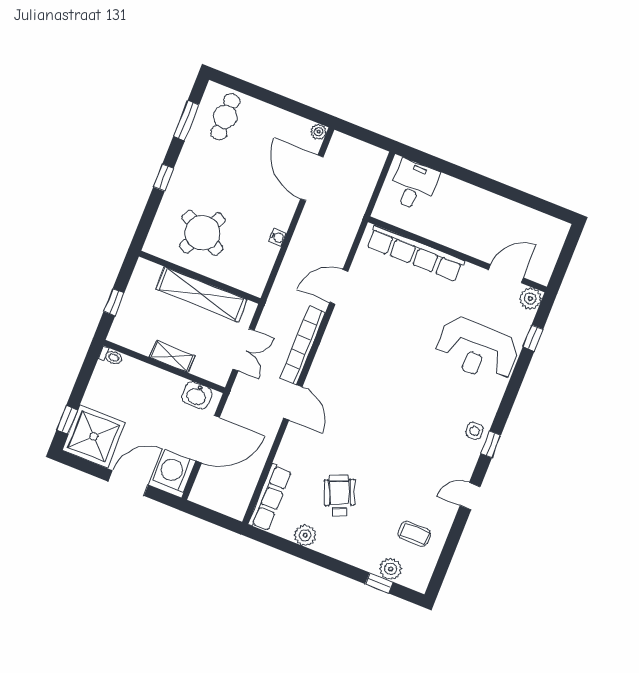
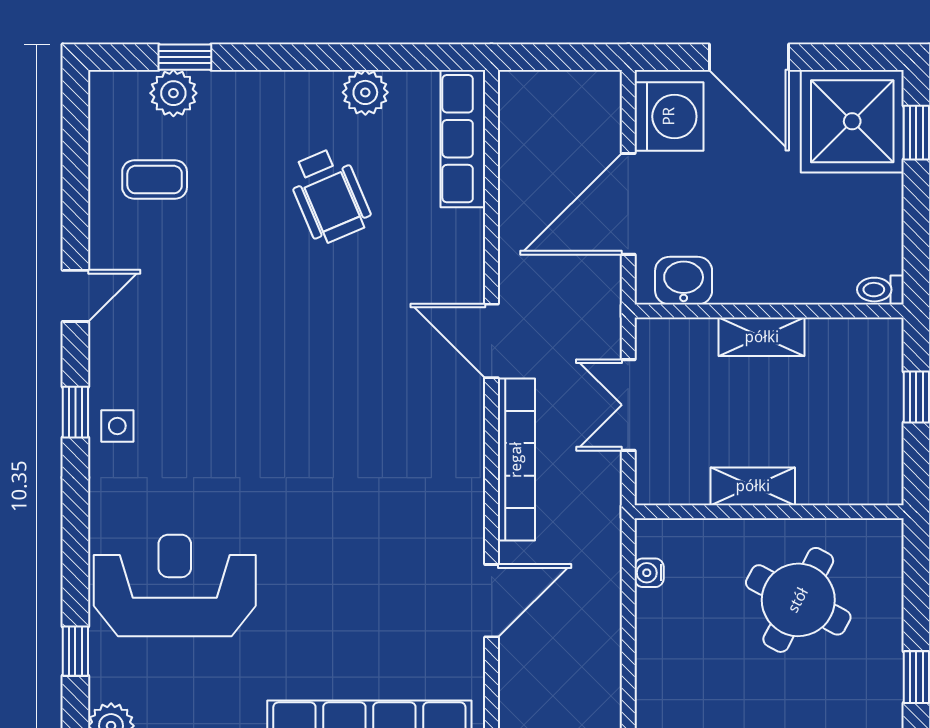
water cooler: (277, 237) -> (649, 573), moved
shelving: (201, 294) -> (753, 486), width x0.45, depth x0.75
door: (128, 483) -> (749, 57), hinge flipped

